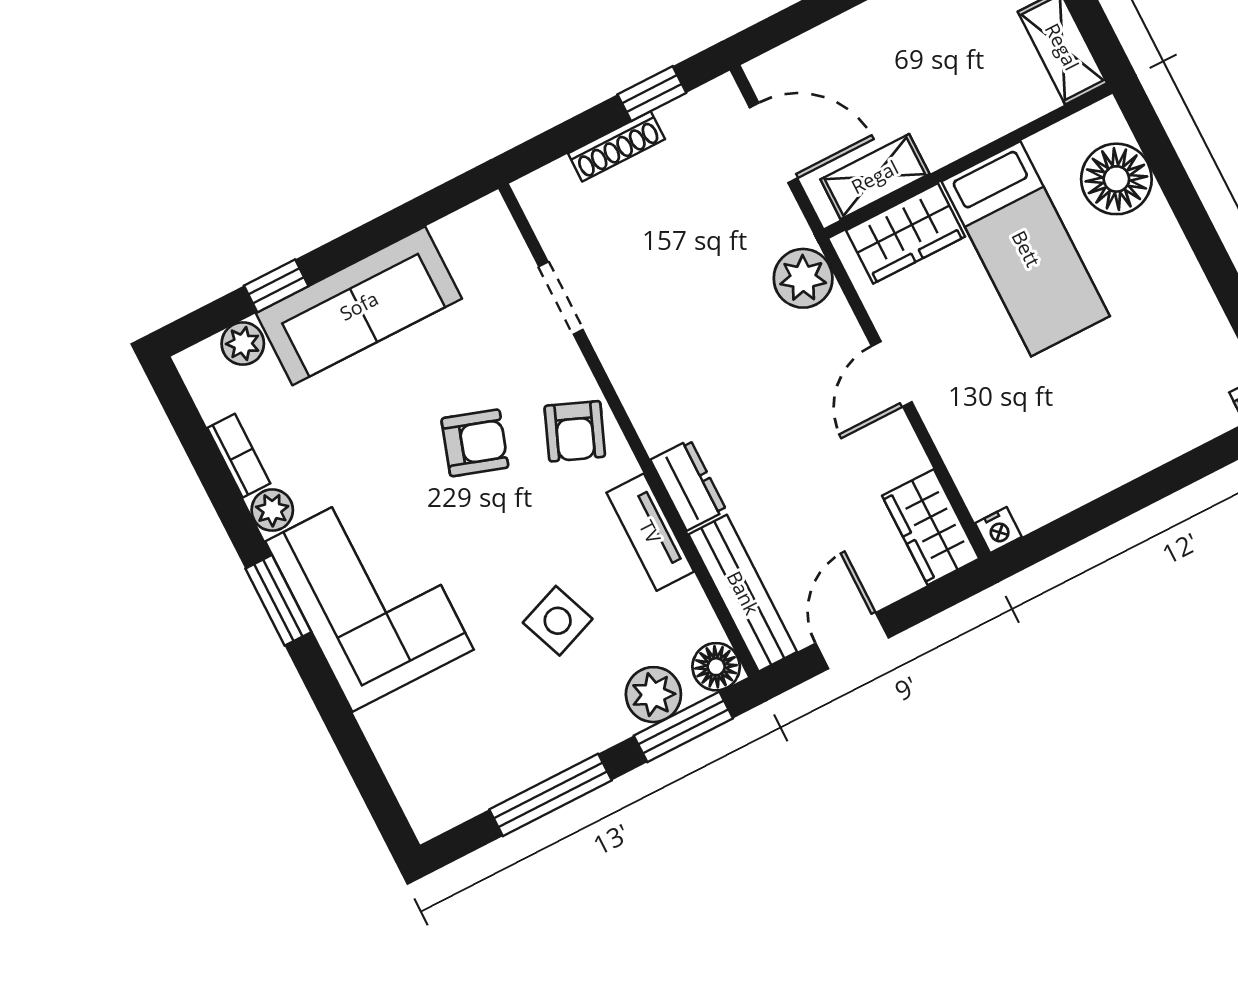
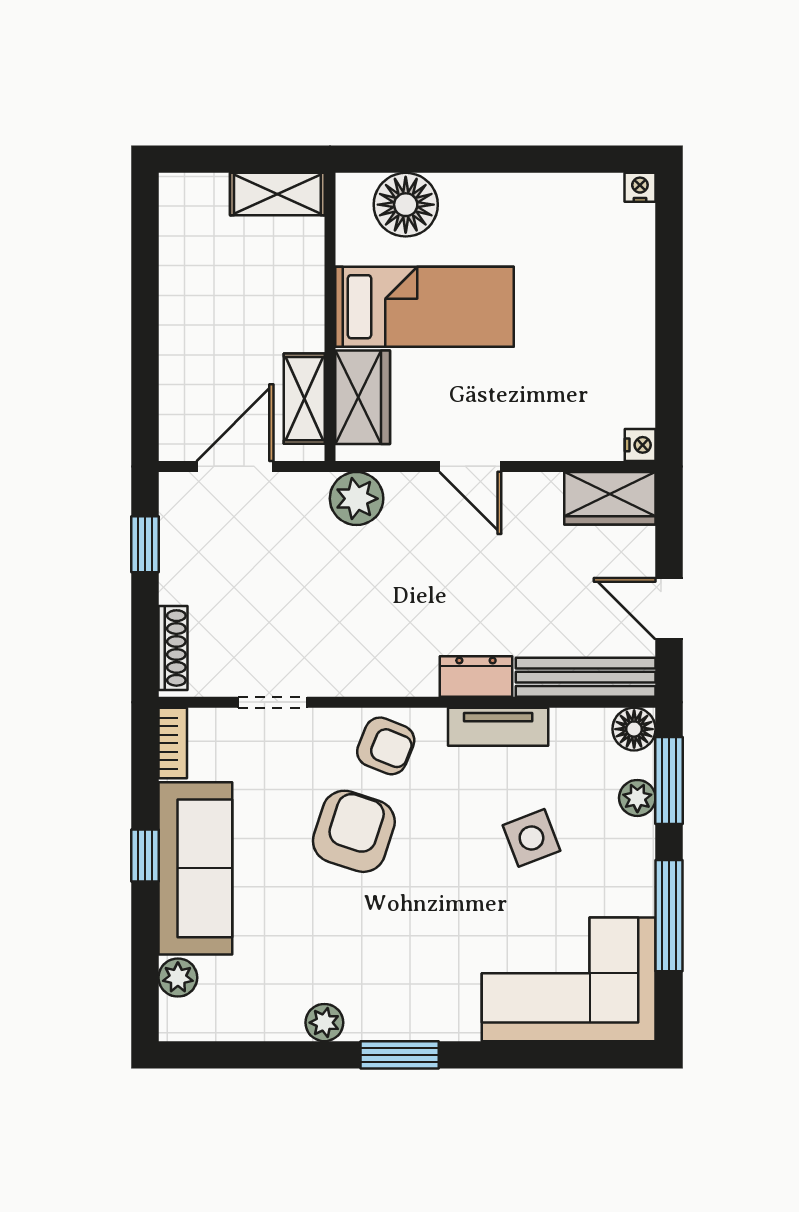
shoe rack: (616, 146) -> (173, 648), moved
window: (276, 286) -> (145, 856), moved
armchair: (475, 443) -> (354, 831), width x1.38, depth x1.38
bookcase: (239, 456) -> (173, 743), moved, turned 90
corner sofa: (369, 596) -> (569, 979), moved
plant: (653, 695) -> (637, 798), width x0.73, depth x0.73

